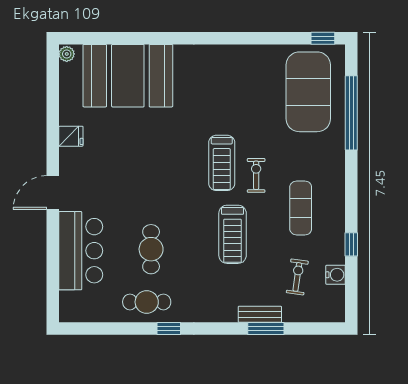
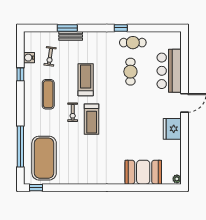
booth: (128, 76) -> (143, 172), width x0.73, depth x0.70
fridge: (71, 136) -> (172, 129), width x1.88, depth x1.34
treadmill: (222, 163) -> (92, 119), turned 180

